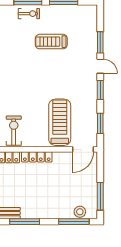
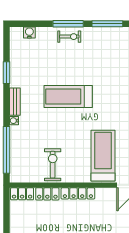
treadmill: (51, 42) -> (68, 97), moved, width x1.37, depth x1.38

